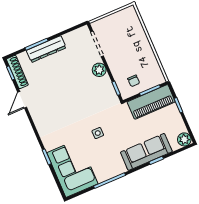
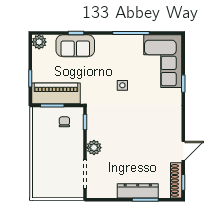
sofa: (146, 152) -> (75, 46), width x0.73

